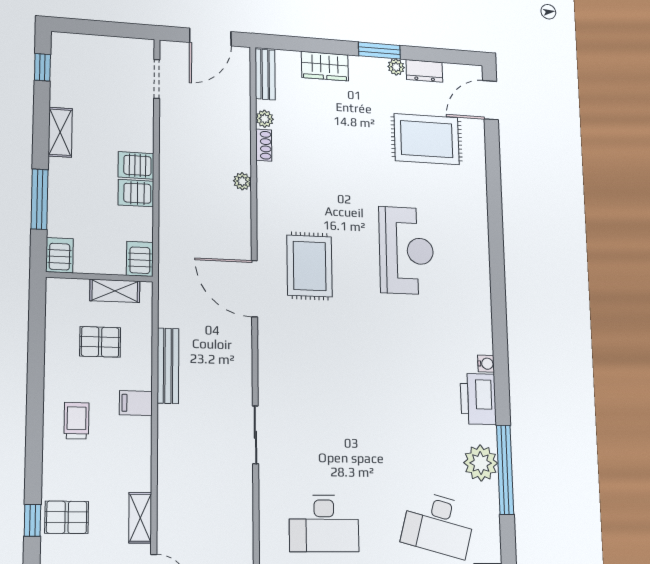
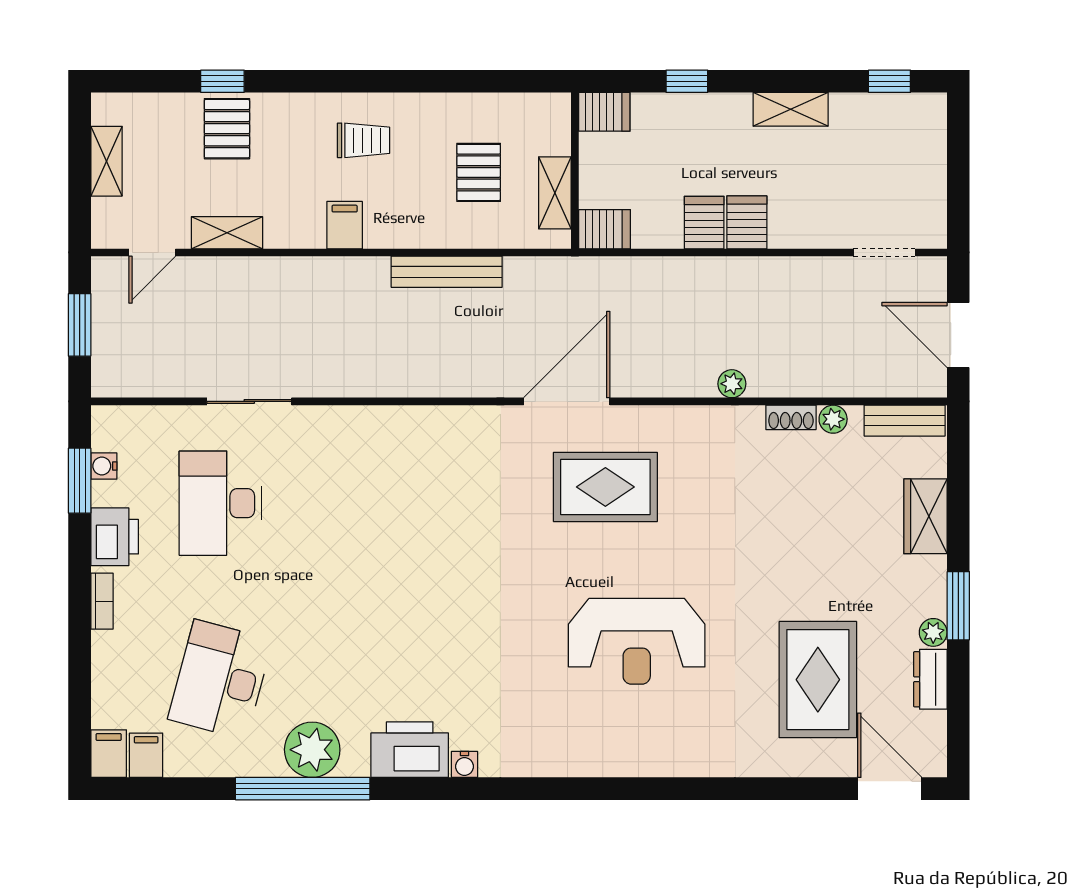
window: (40, 199) -> (687, 81), width x0.46
filing cabinet: (136, 403) -> (345, 225), moved
sliding door: (255, 435) -> (249, 401), moved

